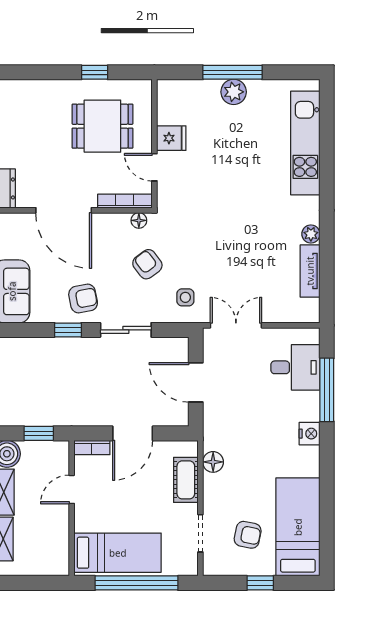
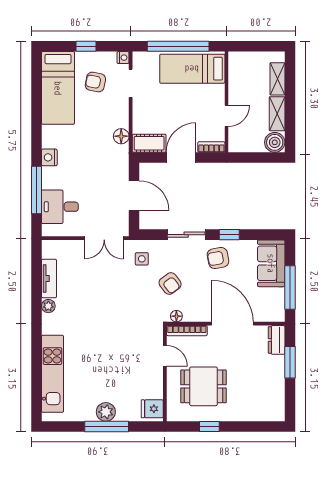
fridge: (171, 138) -> (152, 409), moved
window: (39, 433) -> (251, 158), removed
cot: (186, 480) -> (149, 143), moved, turned 90
nightstand: (211, 568) -> (123, 58), added

